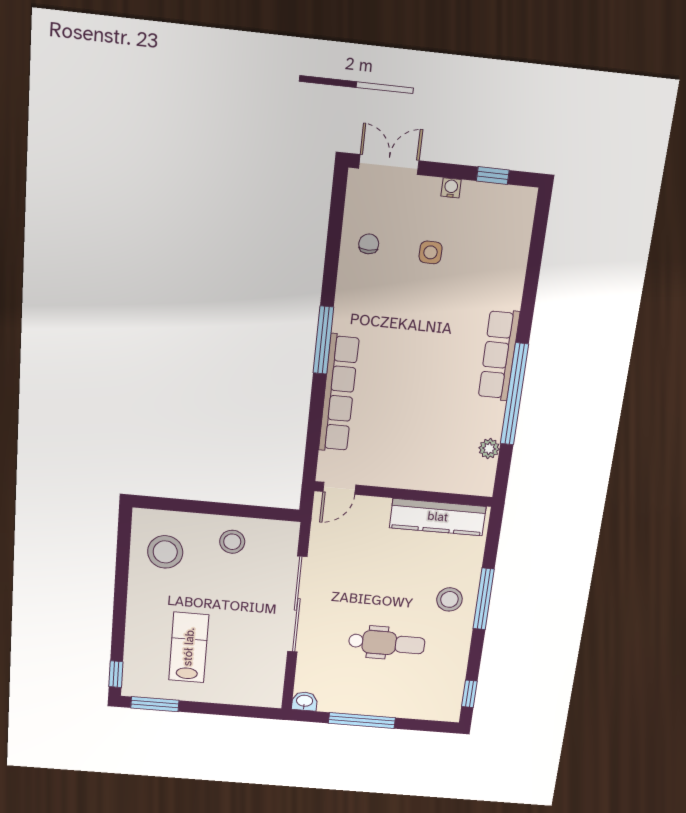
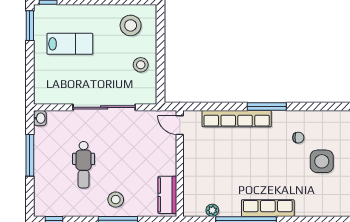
chair: (369, 244) -> (298, 138), moved
side table: (430, 252) -> (322, 161), width x1.87, depth x1.87
kitchen counter: (438, 517) -> (167, 195), width x0.67

